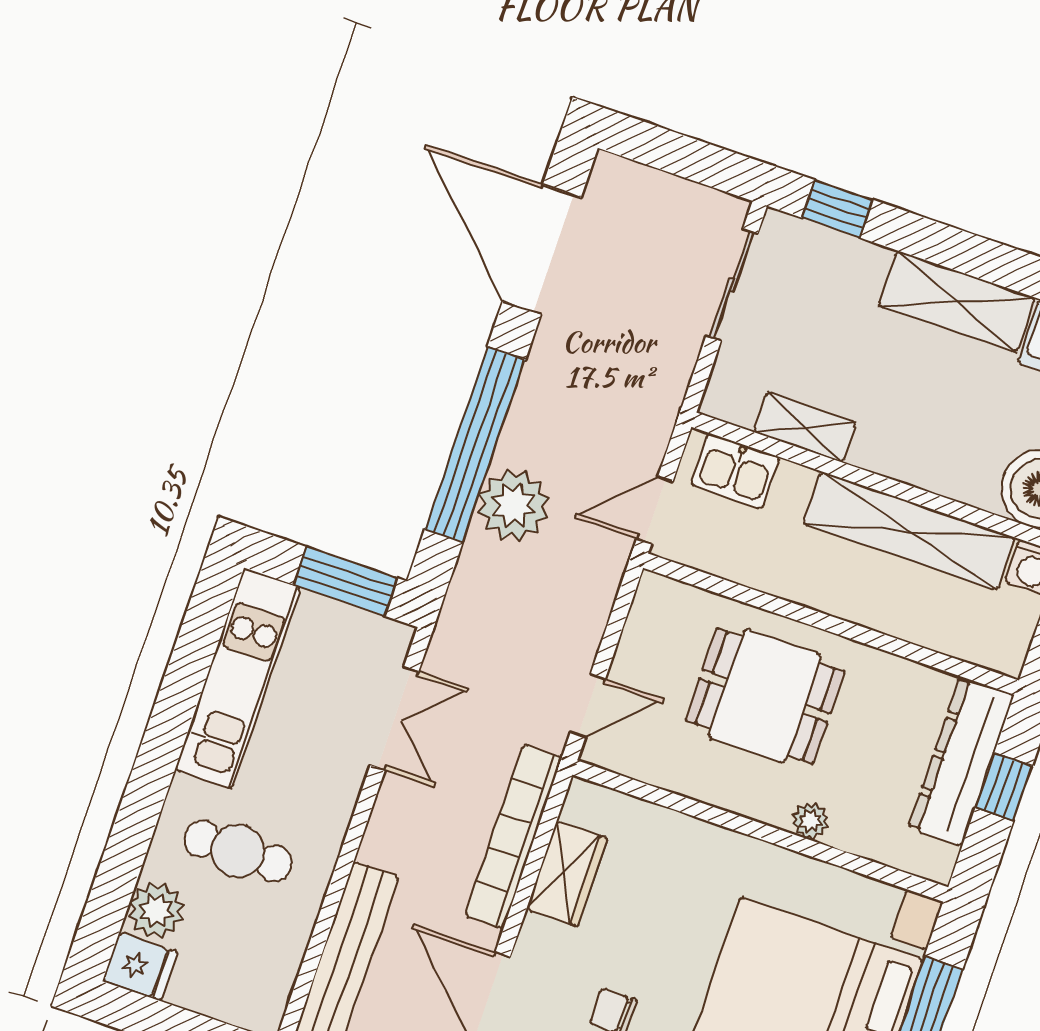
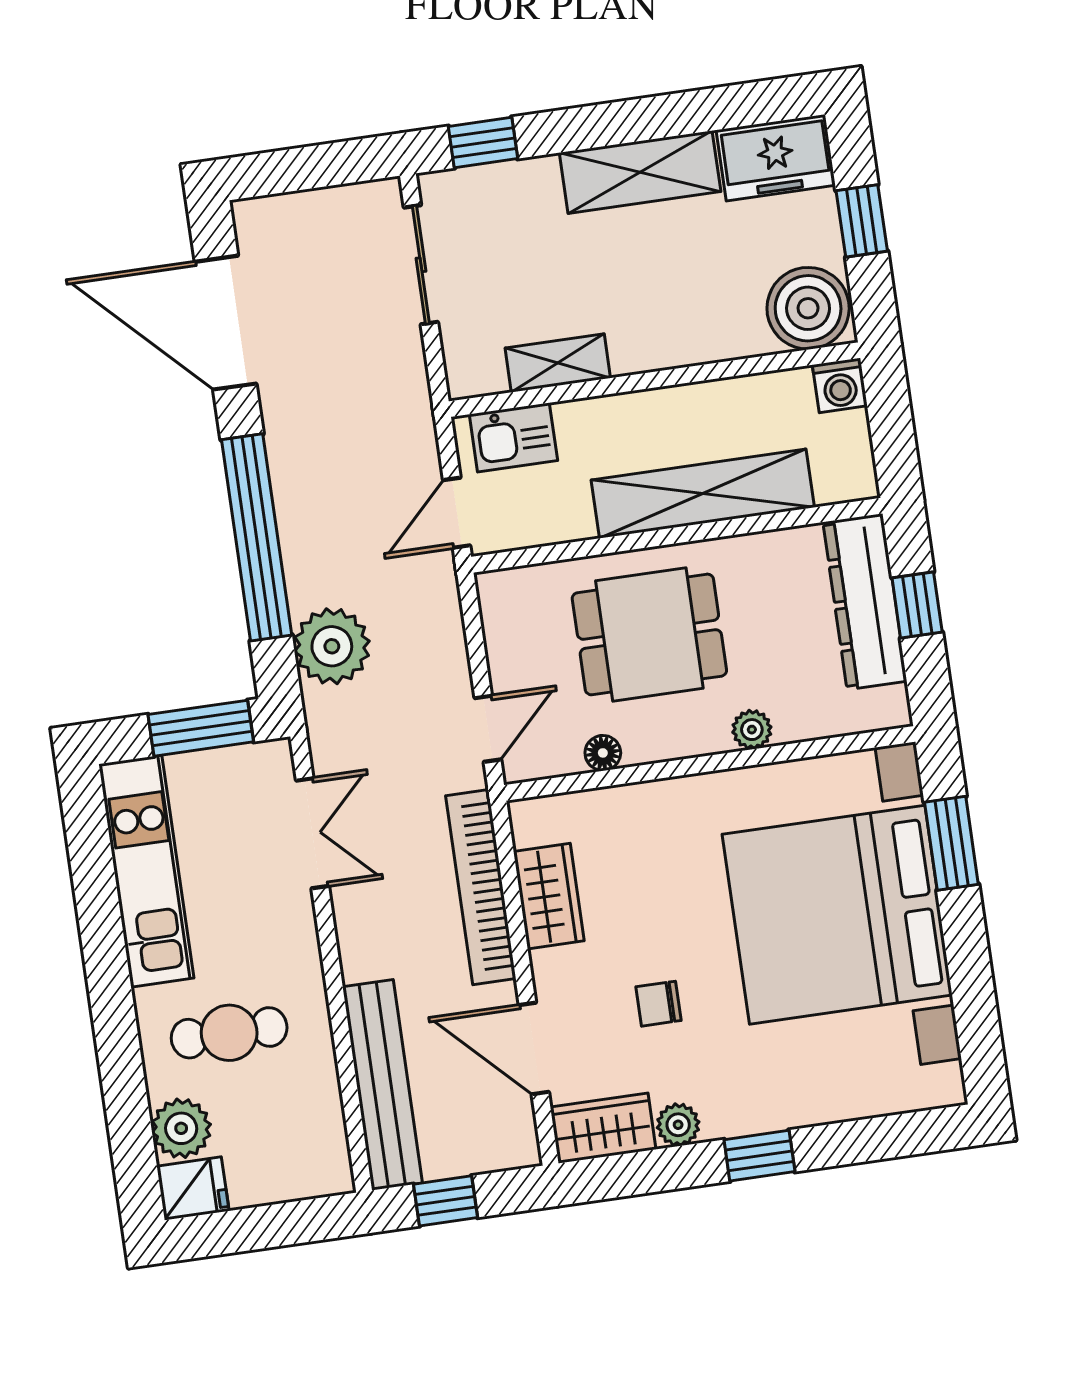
plant: (513, 505) -> (332, 646), moved
shelving: (909, 531) -> (703, 494), moved
floor lamp: (674, 776) -> (603, 753), added

